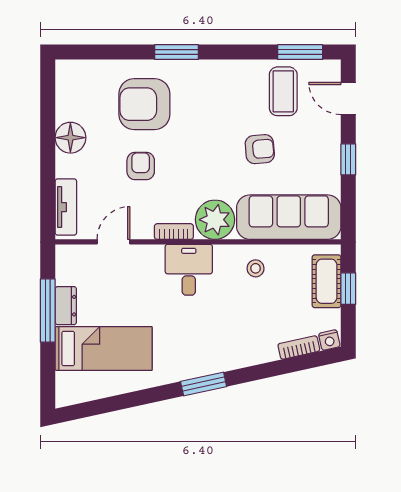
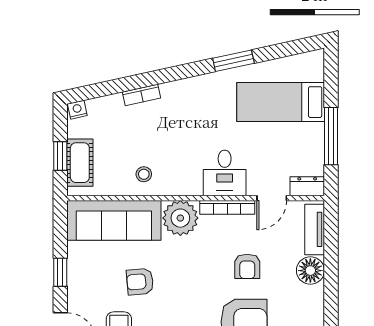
floor lamp: (70, 138) -> (310, 271), moved
bookcase: (174, 232) -> (227, 207), width x1.56
desk: (189, 270) -> (225, 173), moved
dresser: (66, 306) -> (307, 186), moved, turned 90
bookcase: (299, 347) -> (141, 95), moved
window: (204, 384) -> (233, 61), moved

